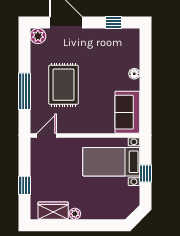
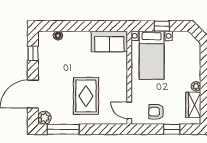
floor lamp: (134, 74) -> (58, 36), moved
rug: (64, 85) -> (86, 96), turned 90
window: (24, 91) -> (63, 129), moved
armchair: (45, 167) -> (156, 112), added

